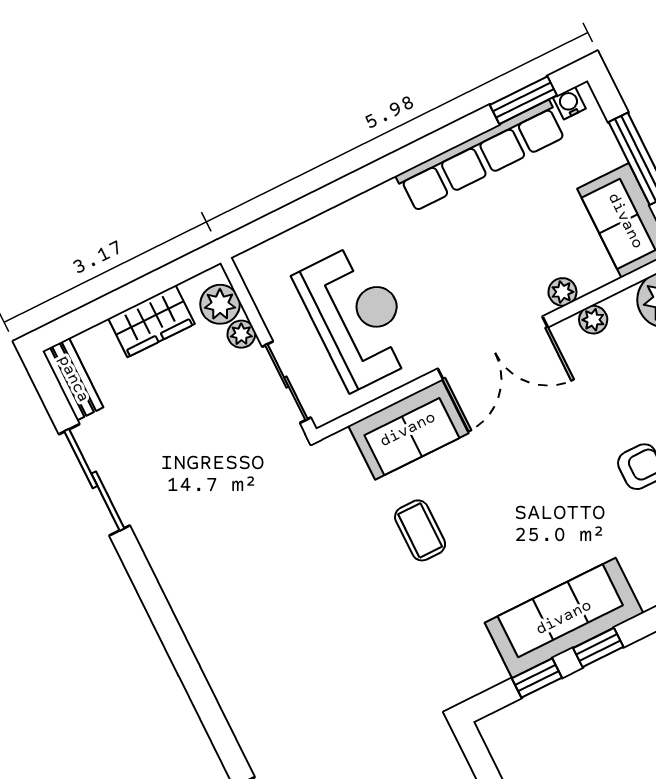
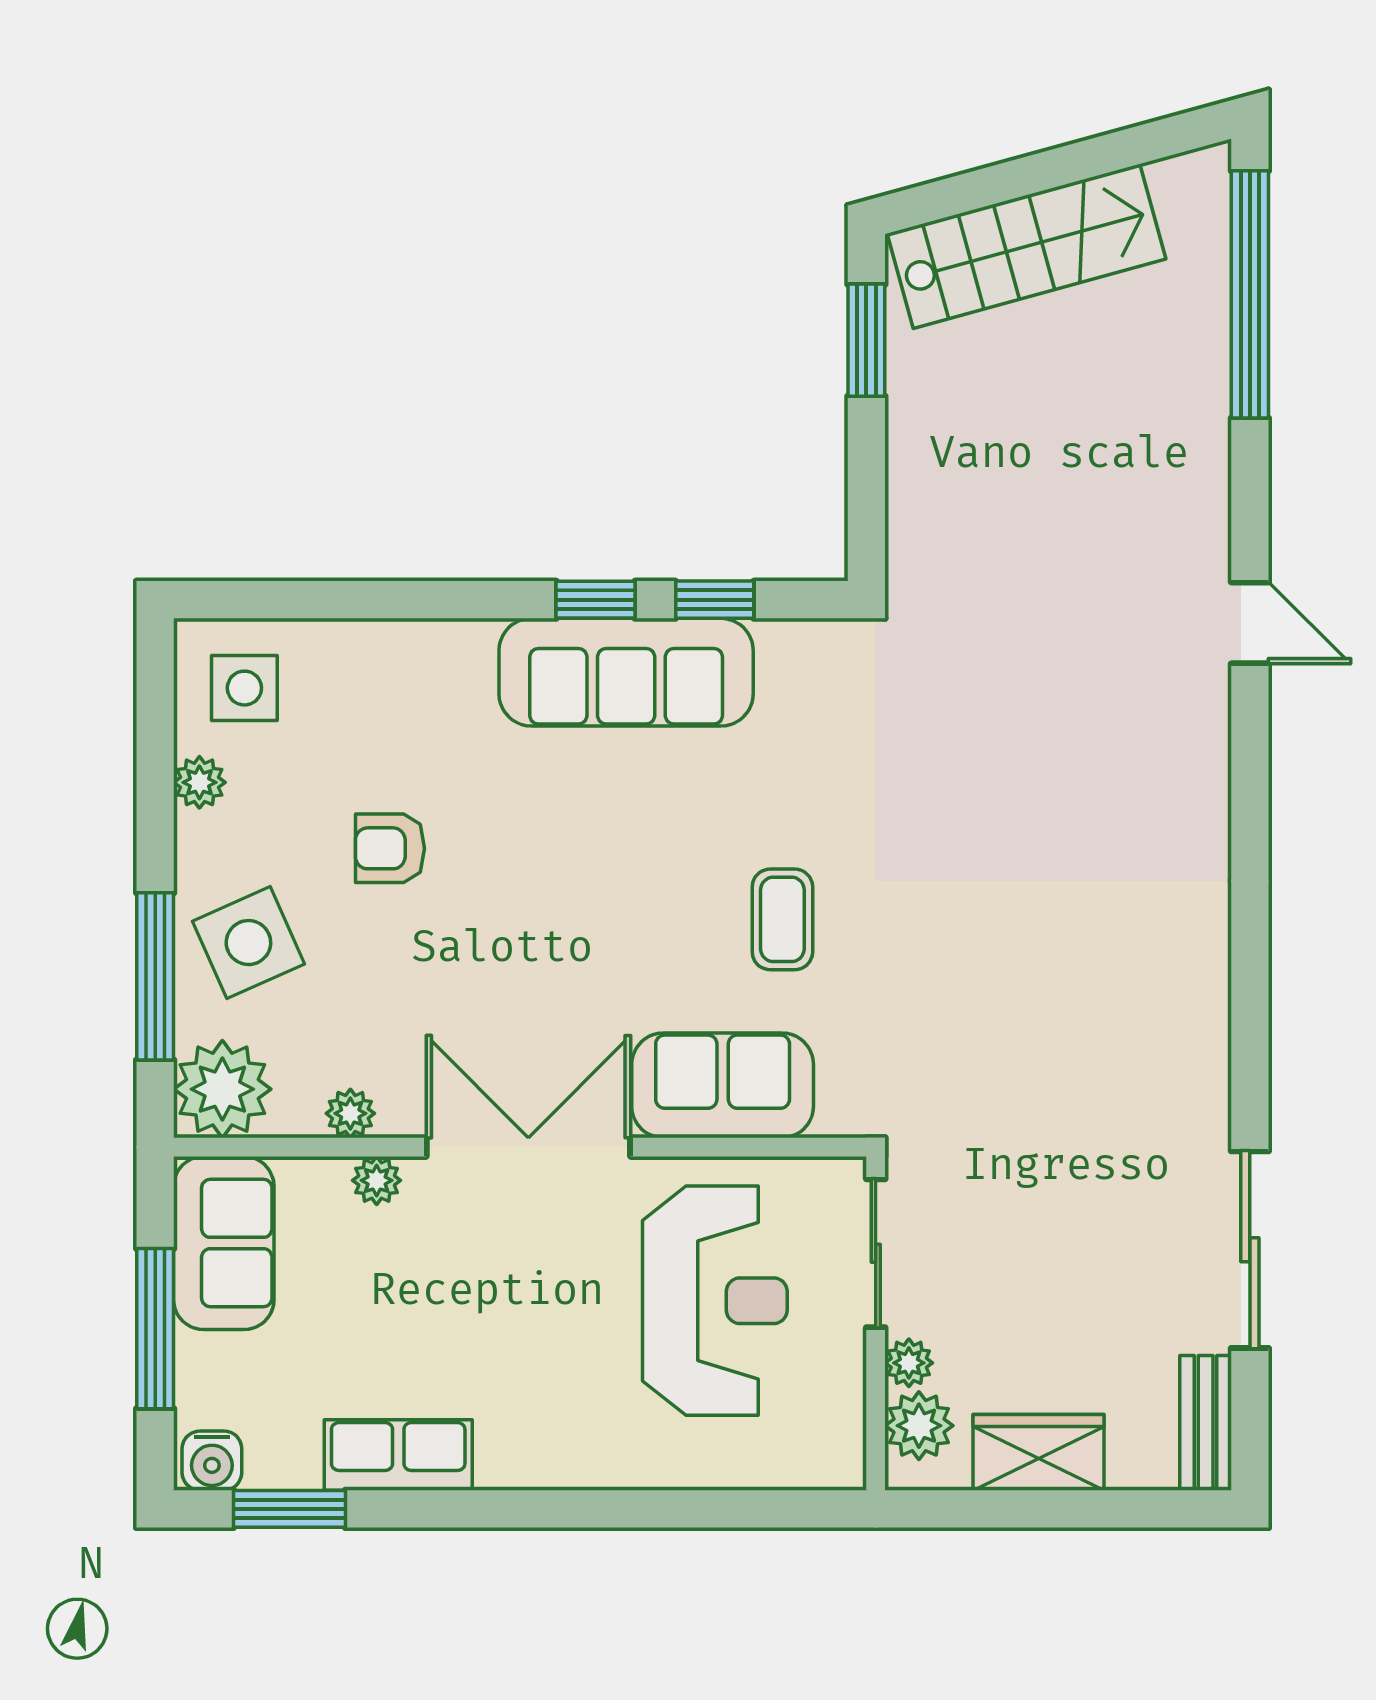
water cooler: (569, 103) -> (212, 1461), width x1.38, depth x1.38
row of seats: (481, 156) -> (398, 1455), width x0.50
reception desk: (357, 316) -> (715, 1301), turned 180

